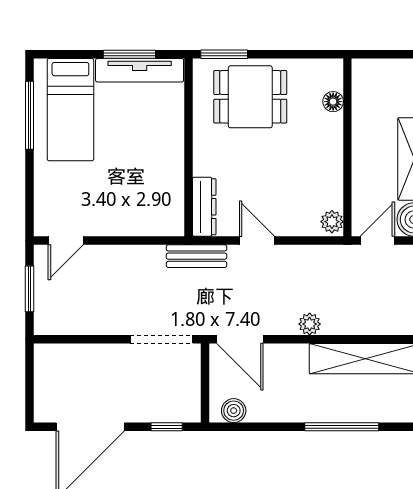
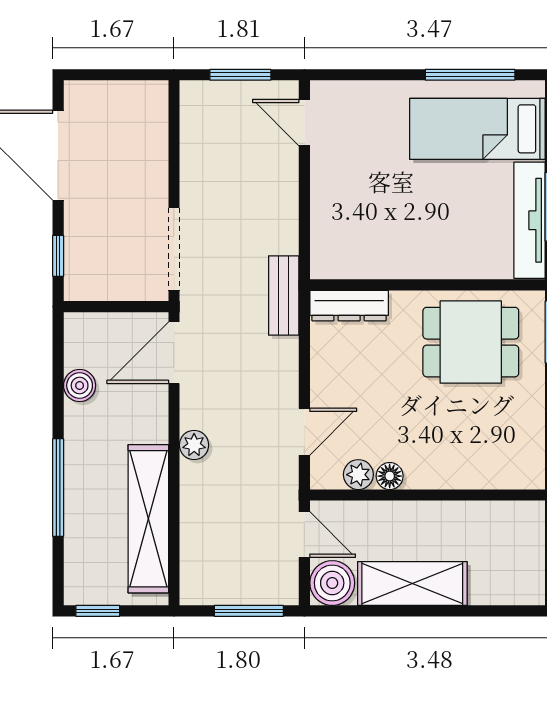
dining table: (250, 97) -> (471, 342), moved, turned 90
floor lamp: (333, 102) -> (390, 476), moved
plant: (332, 222) -> (358, 475), moved
door: (257, 241) -> (304, 432), moved
boiler: (234, 411) -> (80, 385), moved

